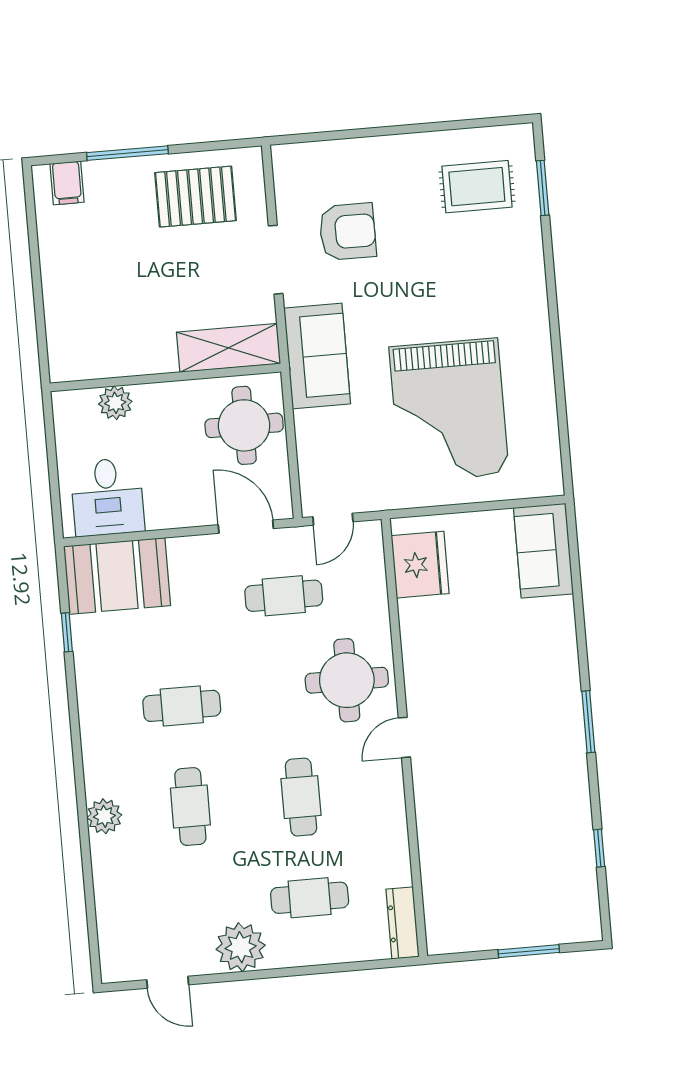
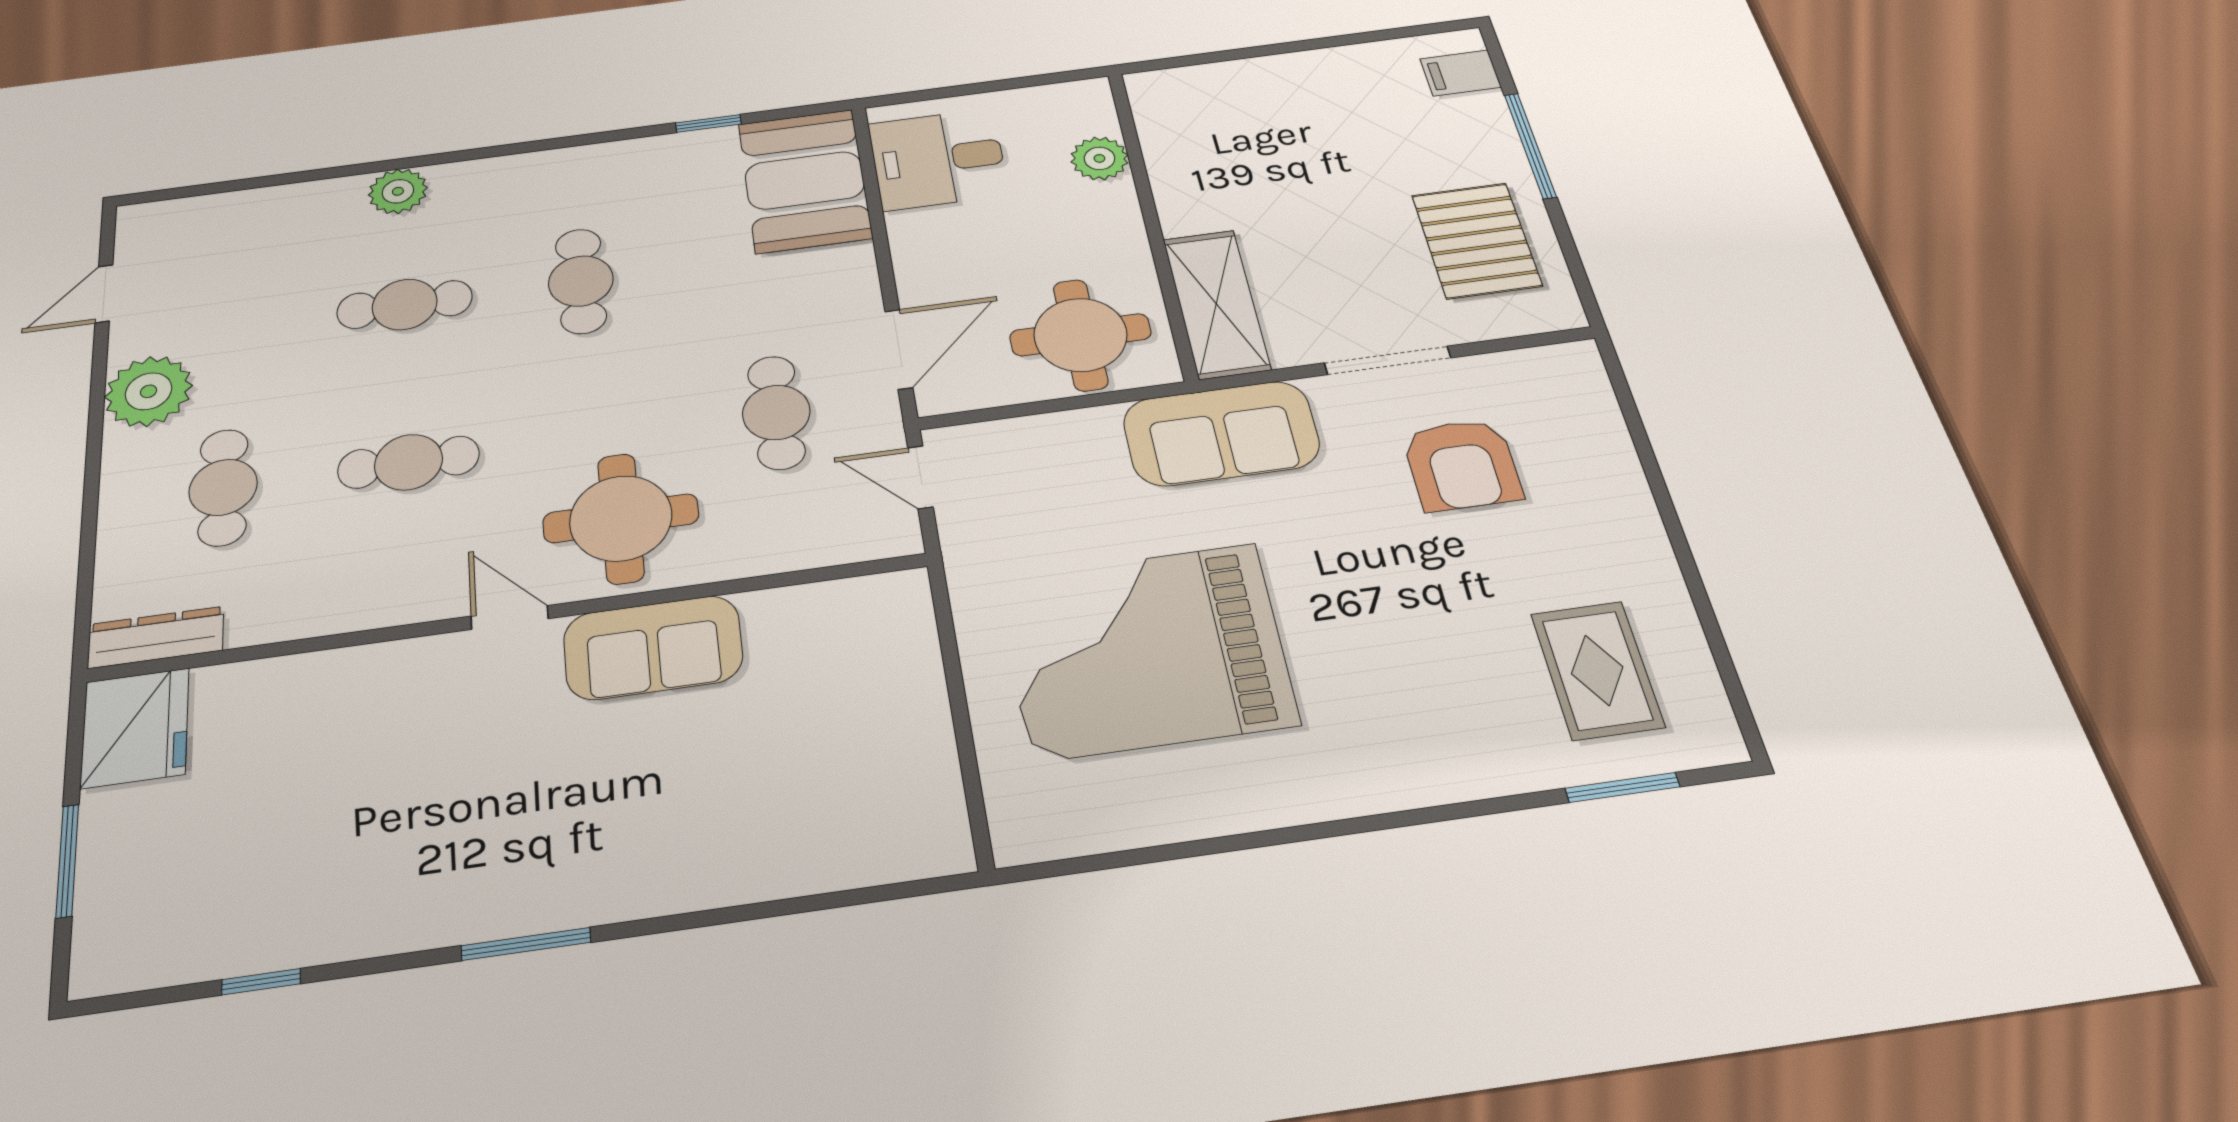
sofa: (543, 551) -> (653, 648), moved, turned 180
fridge: (420, 565) -> (135, 728), moved, turned -90

